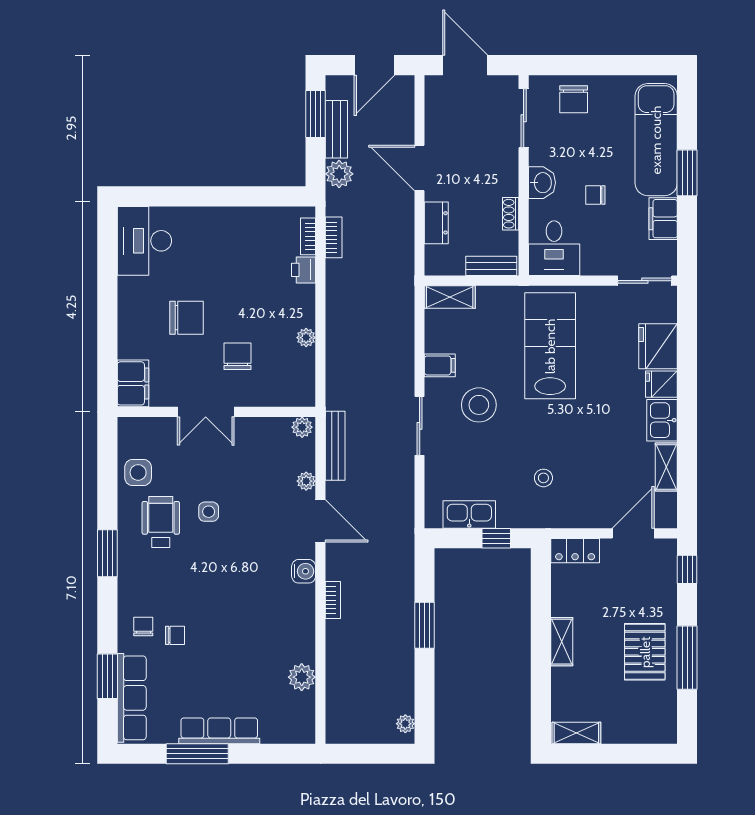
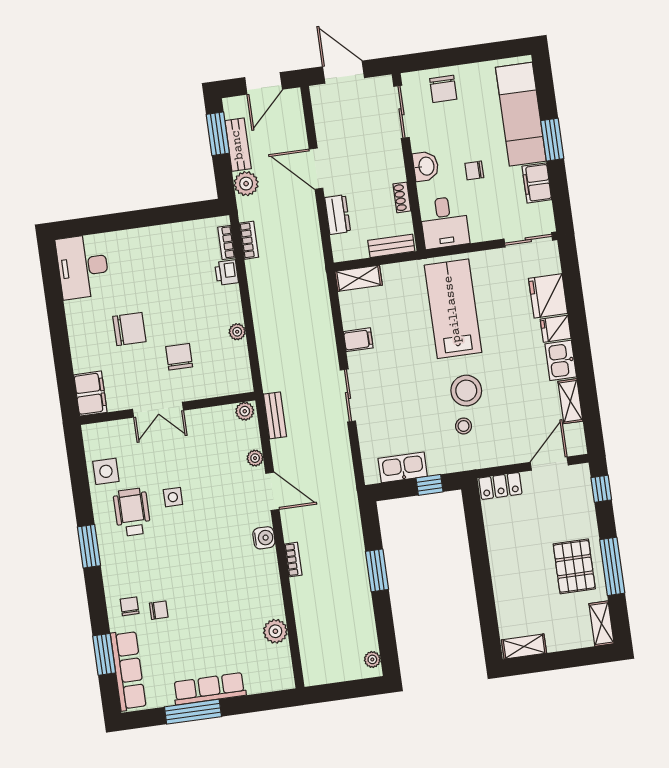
stool: (479, 405) -> (466, 391), moved
bench: (335, 446) -> (275, 415), width x0.73
shelving: (562, 642) -> (601, 624), moved

